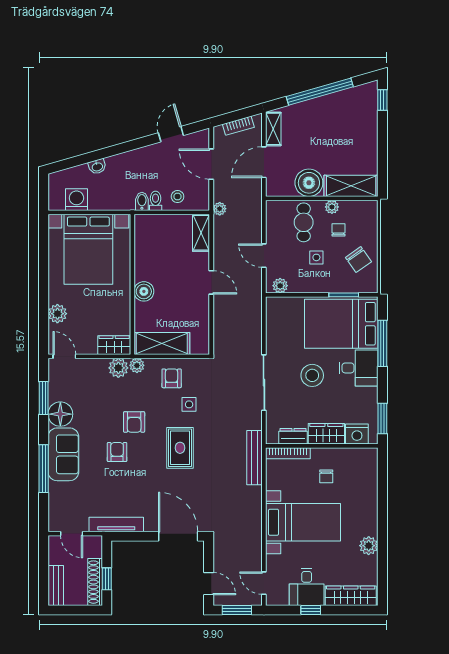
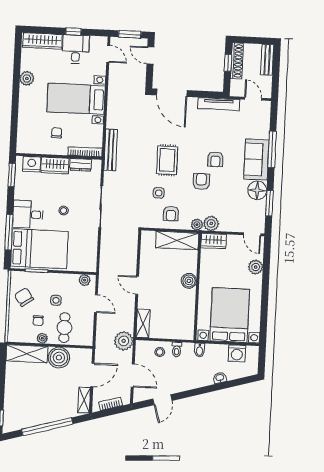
bidet: (142, 201) -> (200, 350), moved
plant: (220, 209) -> (124, 341), width x1.88, depth x1.88
stool: (312, 375) -> (64, 210), width x0.53, depth x0.53

